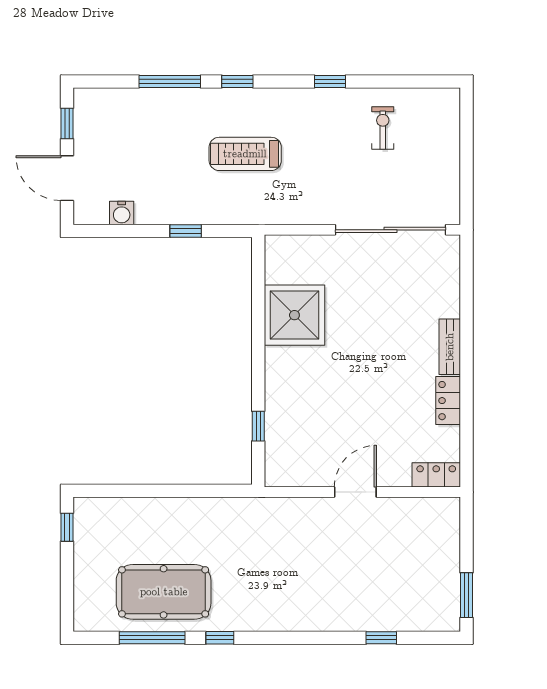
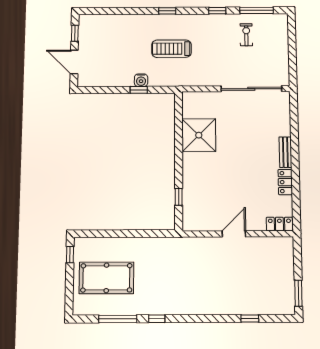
window: (170, 82) -> (257, 10), moved
water cooler: (122, 213) -> (141, 80), moved
pool table: (164, 592) -> (106, 278), moved

